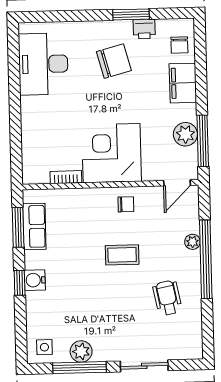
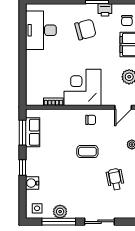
water cooler: (35, 280) -> (32, 183), moved

